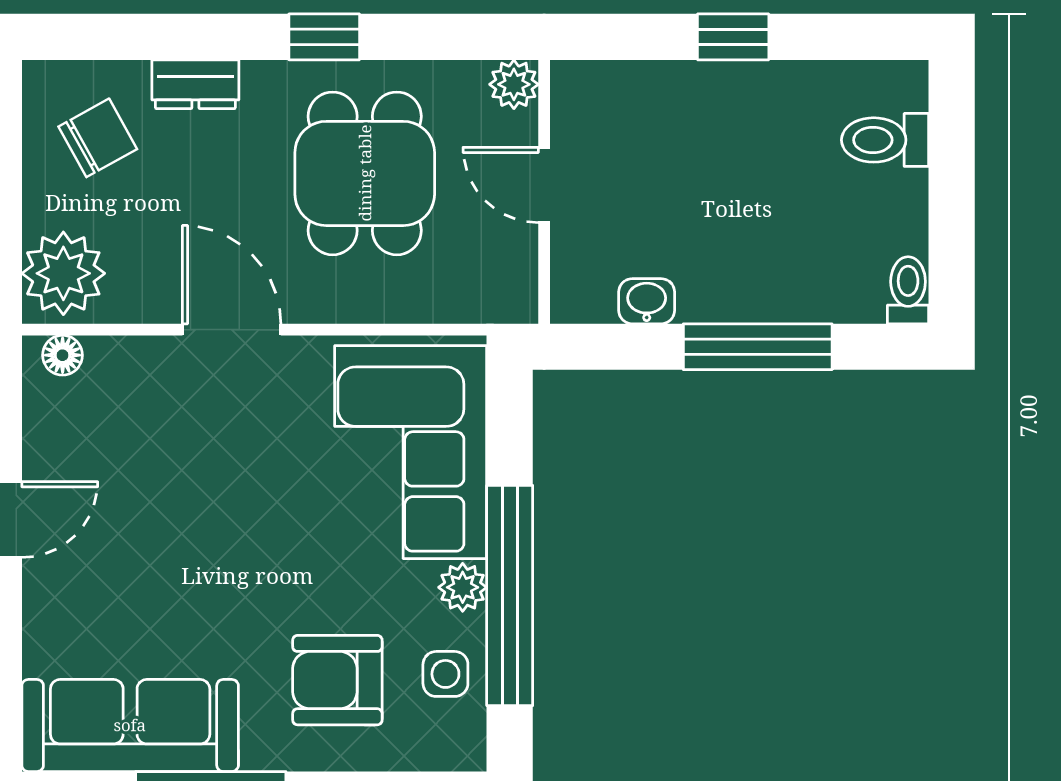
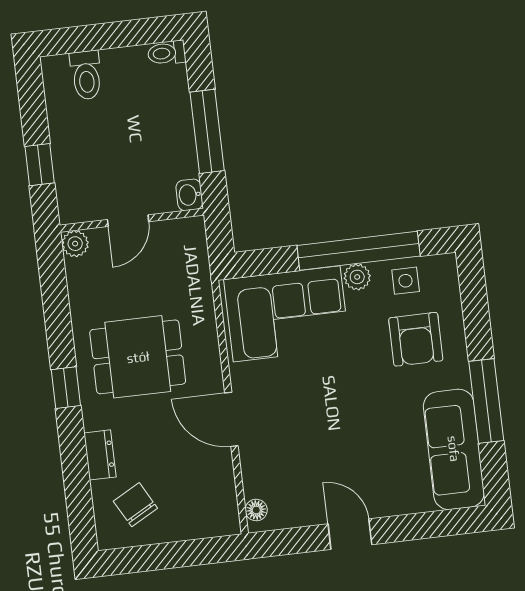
plant: (514, 84) -> (75, 244), moved
door: (544, 185) -> (128, 221), moved
wall: (544, 192) -> (132, 220), moved
plant: (63, 273) -> (212, 515), removed
door: (232, 330) -> (231, 419), hinge flipped

